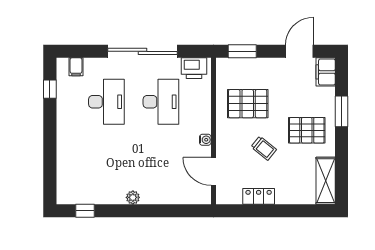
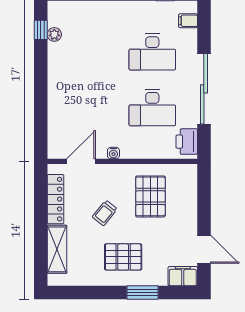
window: (242, 51) -> (204, 191), removed
pallet: (307, 130) -> (123, 257), turned 90
shelving: (326, 181) -> (57, 249), moved, turned 90
locker: (259, 196) -> (56, 199), width x1.53
plant: (133, 197) -> (54, 34), moved

